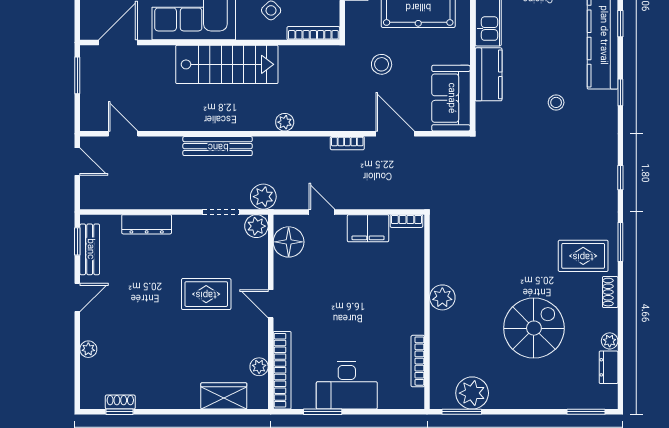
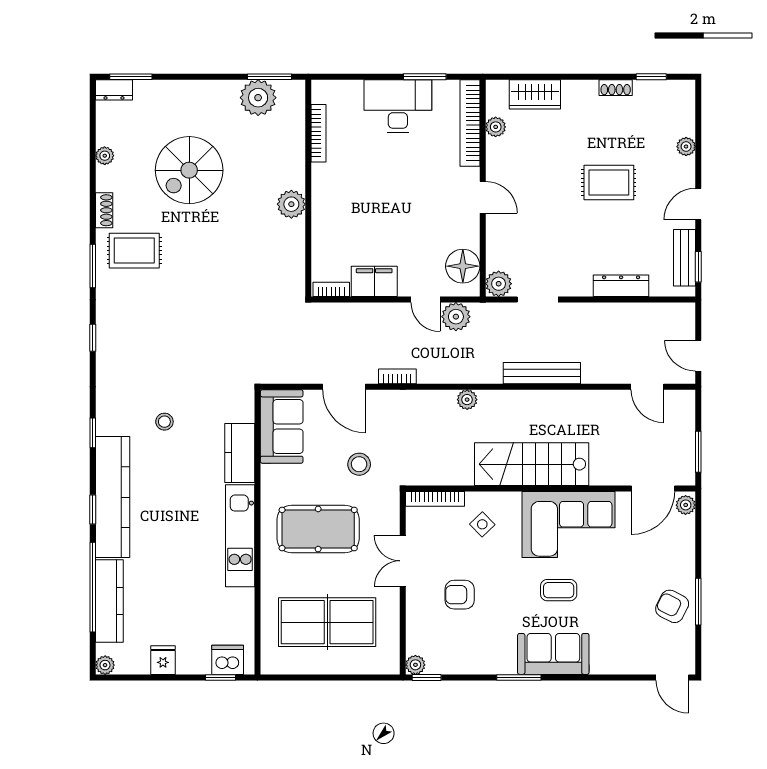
plant: (89, 28) -> (686, 505), added
plant: (263, 197) -> (456, 317), moved
rug: (206, 294) -> (609, 182), moved
dresser: (609, 367) -> (114, 90), moved, turned 90
shoe rack: (120, 402) -> (616, 88), moved

